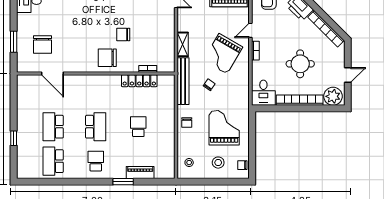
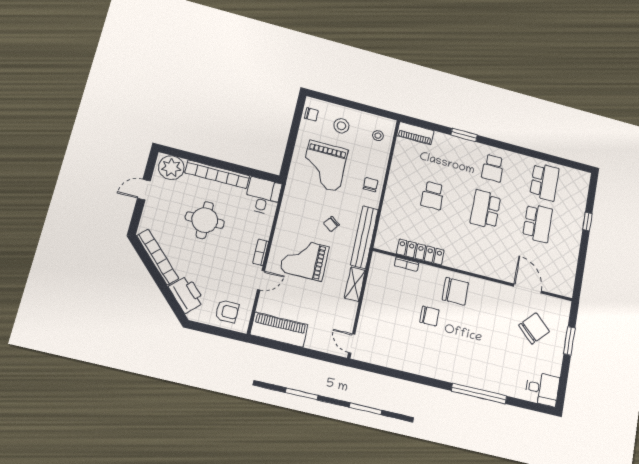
chair: (43, 45) -> (534, 328), turned 43
grand piano: (223, 54) -> (305, 259), turned -120
piano: (140, 172) -> (415, 133), moved

